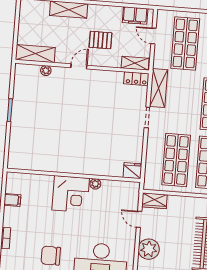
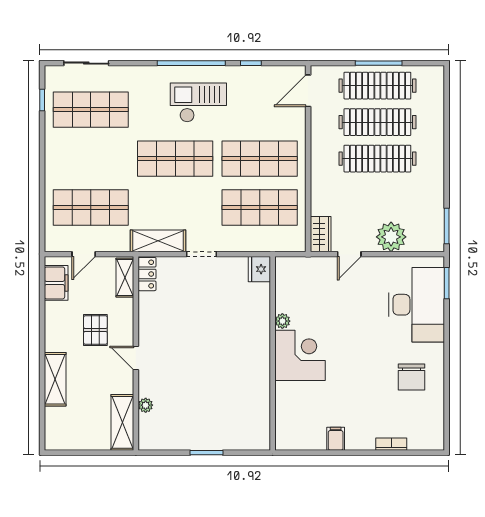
fridge: (132, 171) -> (259, 269), moved
wall: (74, 175) -> (273, 353), moved
plant: (95, 184) -> (282, 321), moved
corner desk: (71, 194) -> (300, 355), moved

